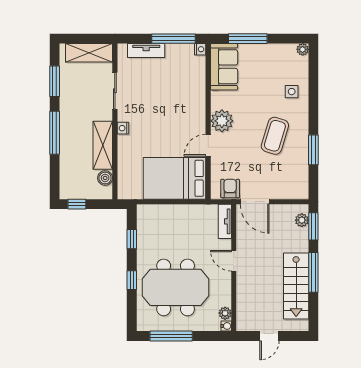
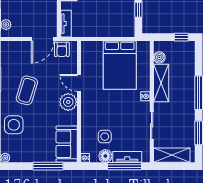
window: (174, 39) -> (124, 166), moved
floor lamp: (174, 52) -> (105, 156), added
side table: (175, 76) -> (105, 137), added
side table: (292, 92) -> (14, 125), width x1.87, depth x1.87
door: (208, 145) -> (79, 83), swing flipped
bed: (175, 178) -> (120, 65), moved, turned 90
door: (255, 202) -> (43, 39), swing flipped

